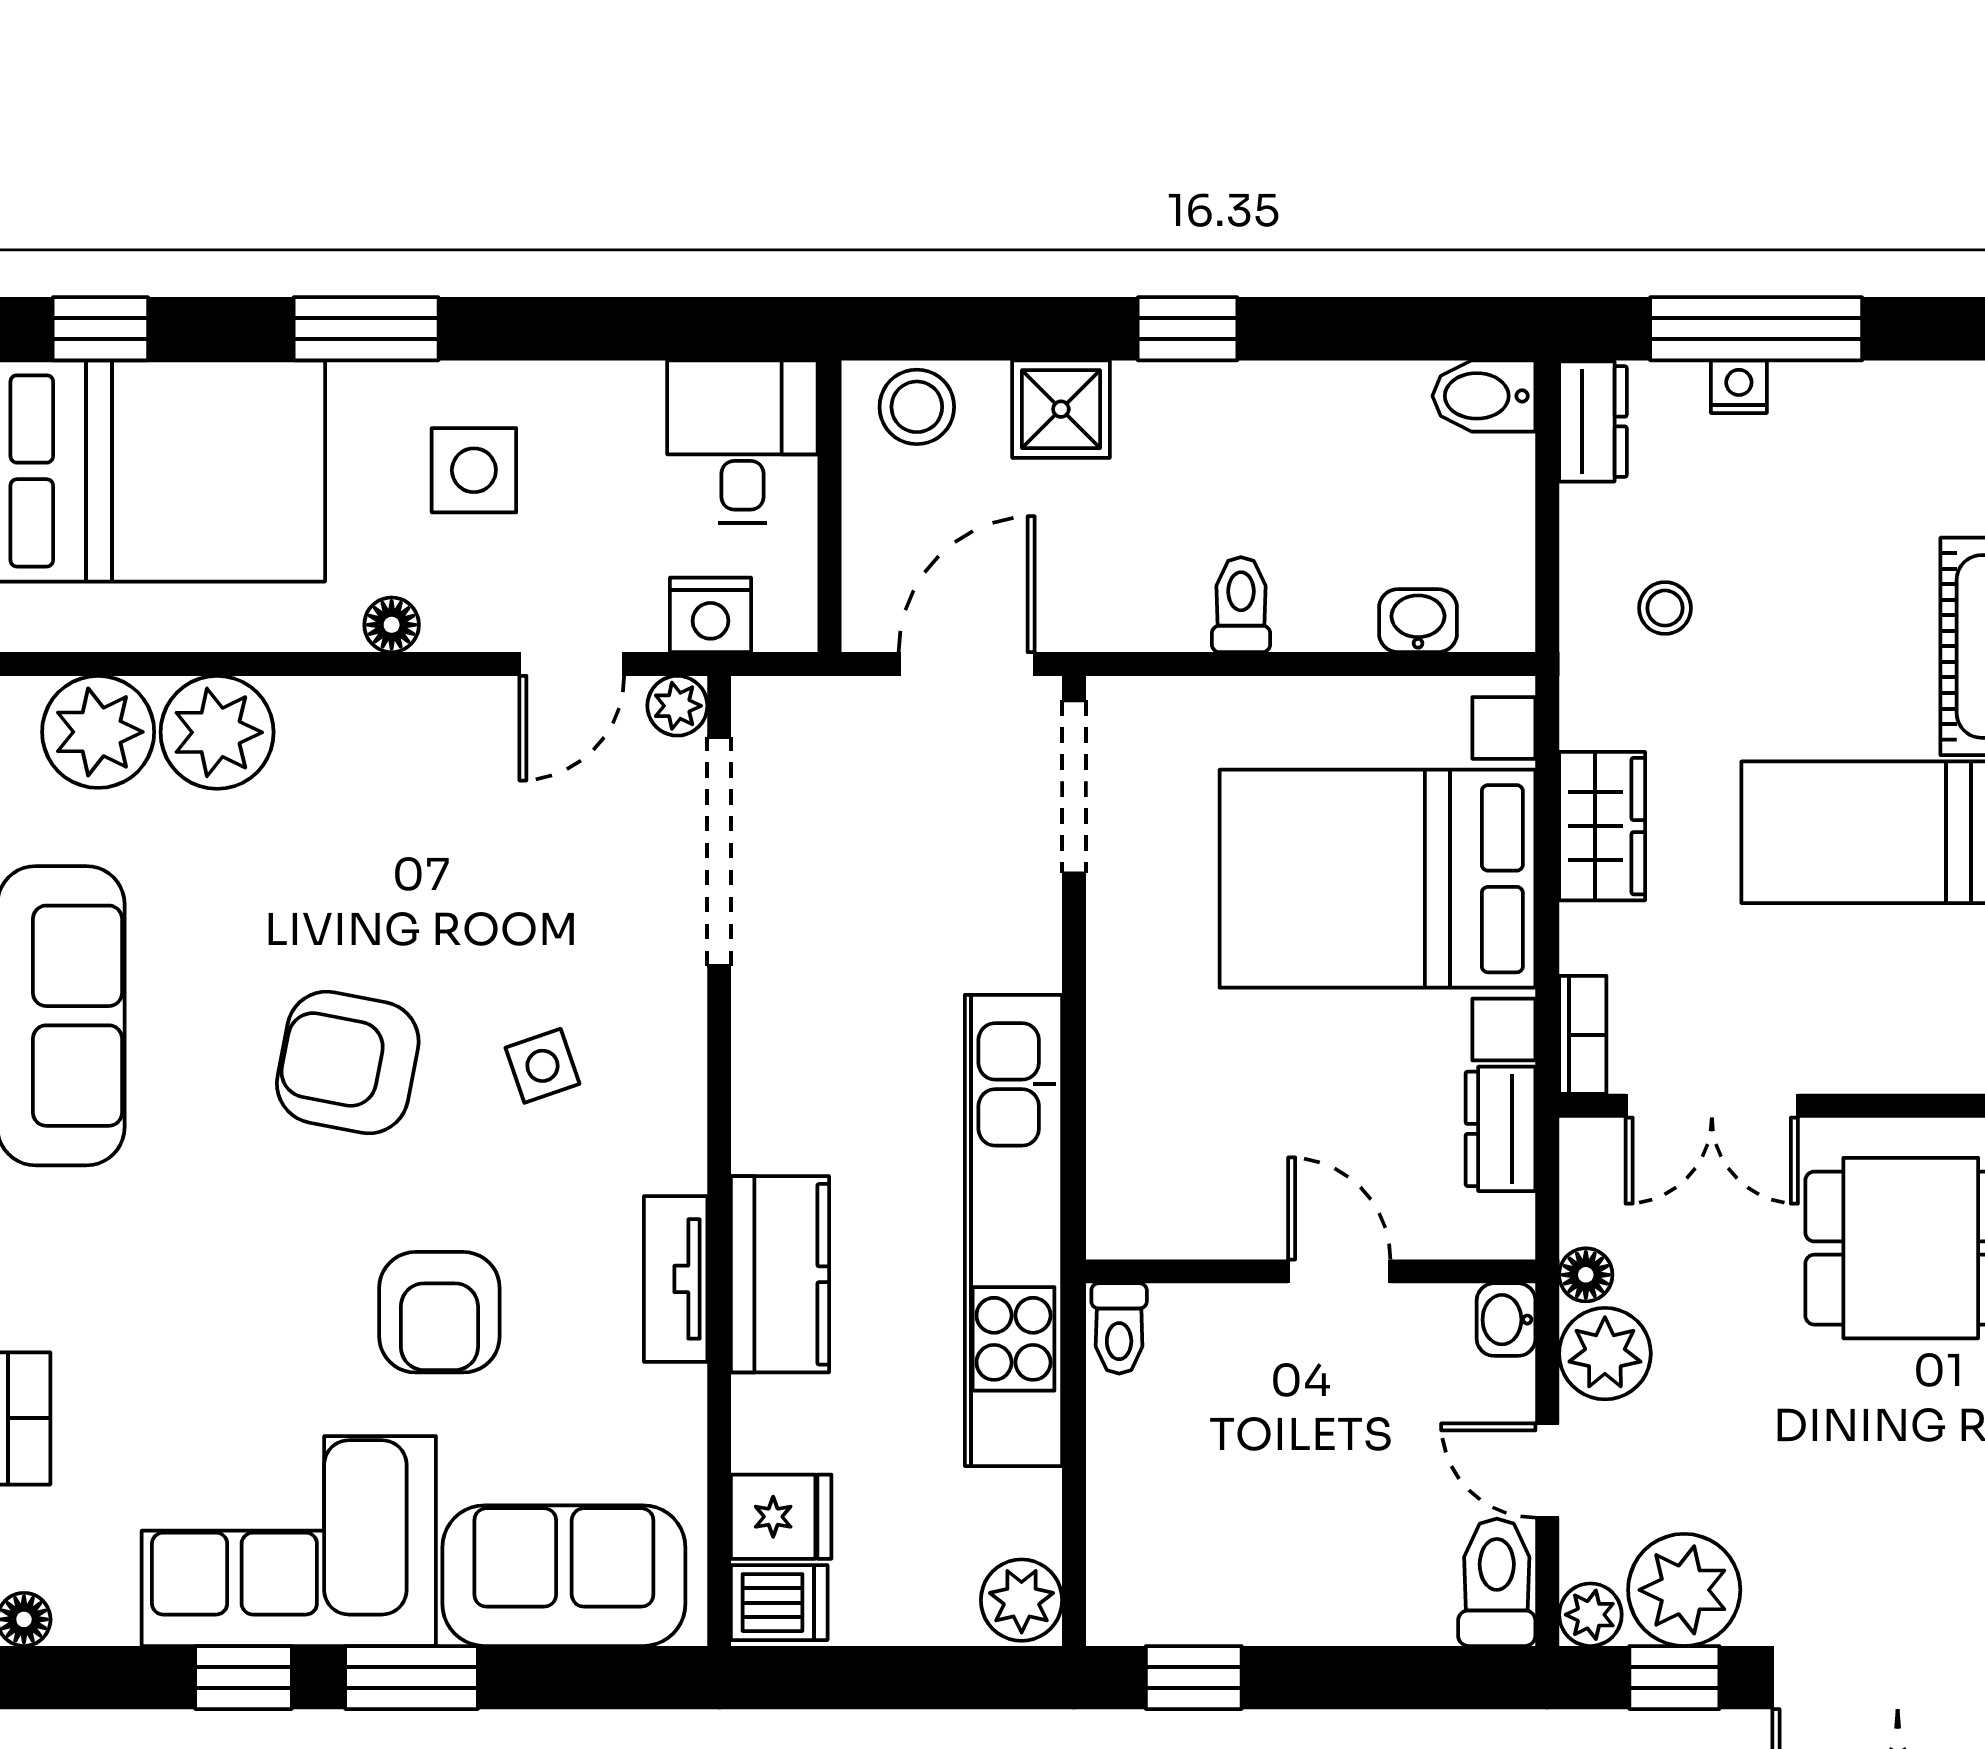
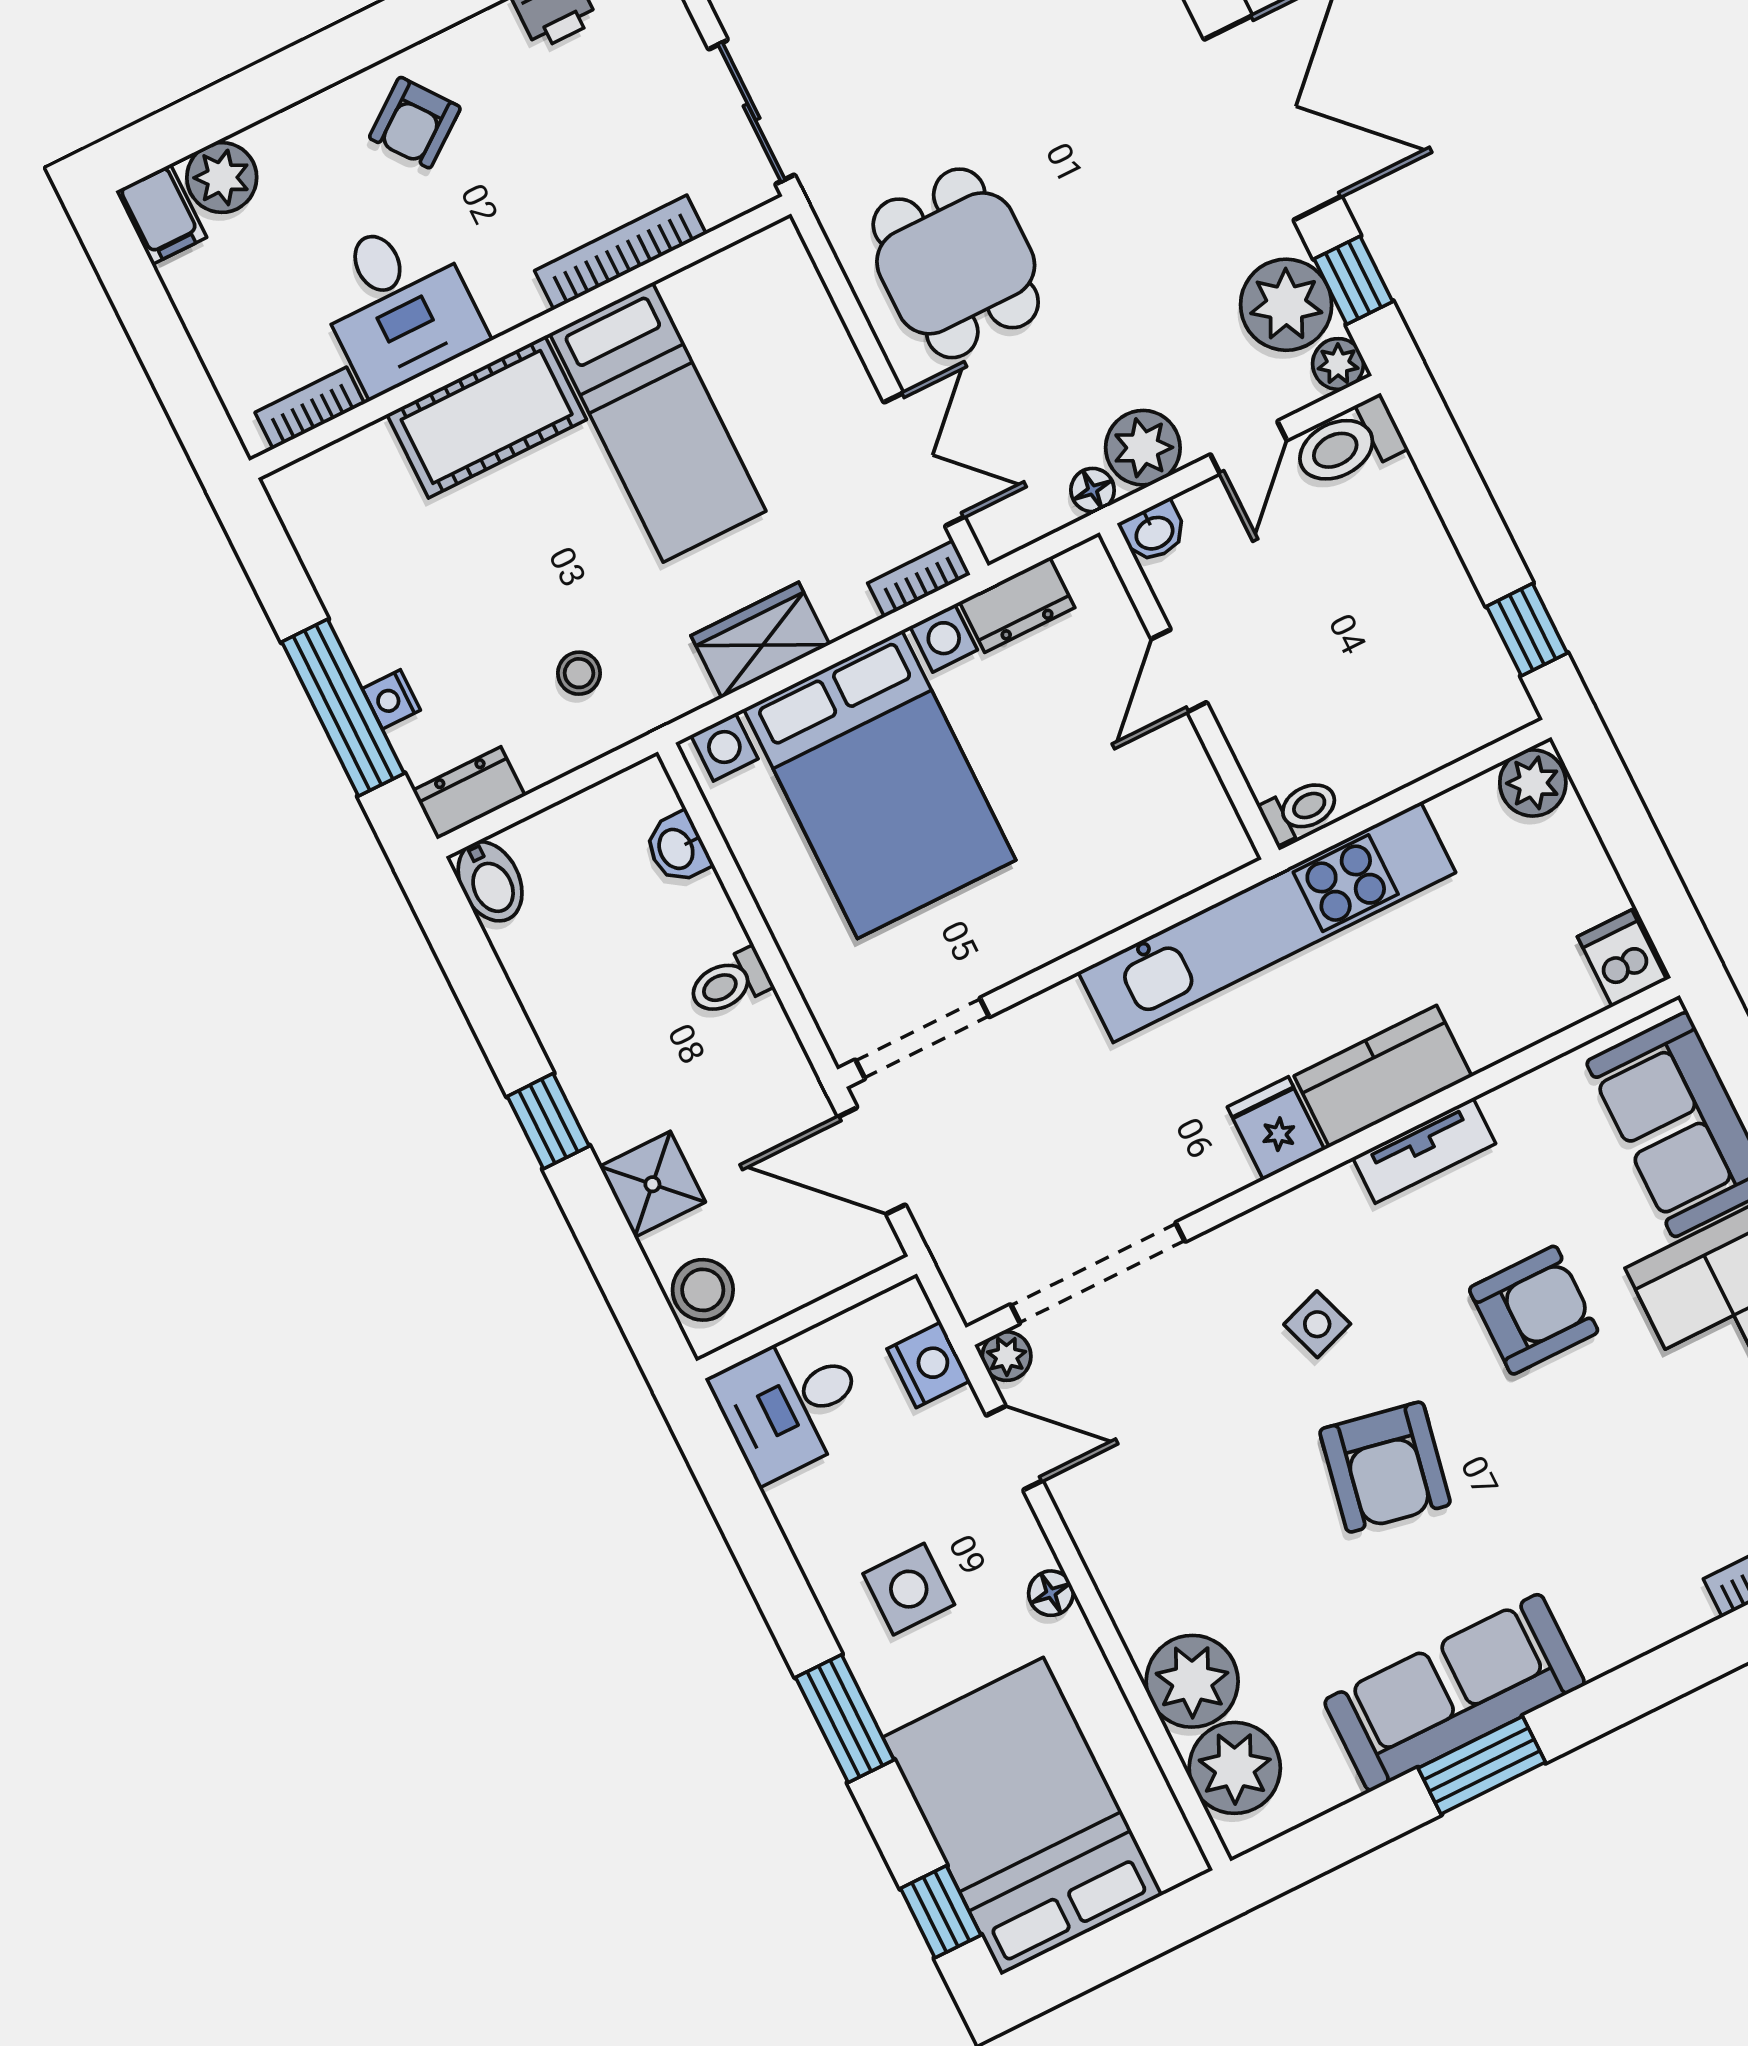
fridge: (781, 1517) -> (1276, 1128), moved

